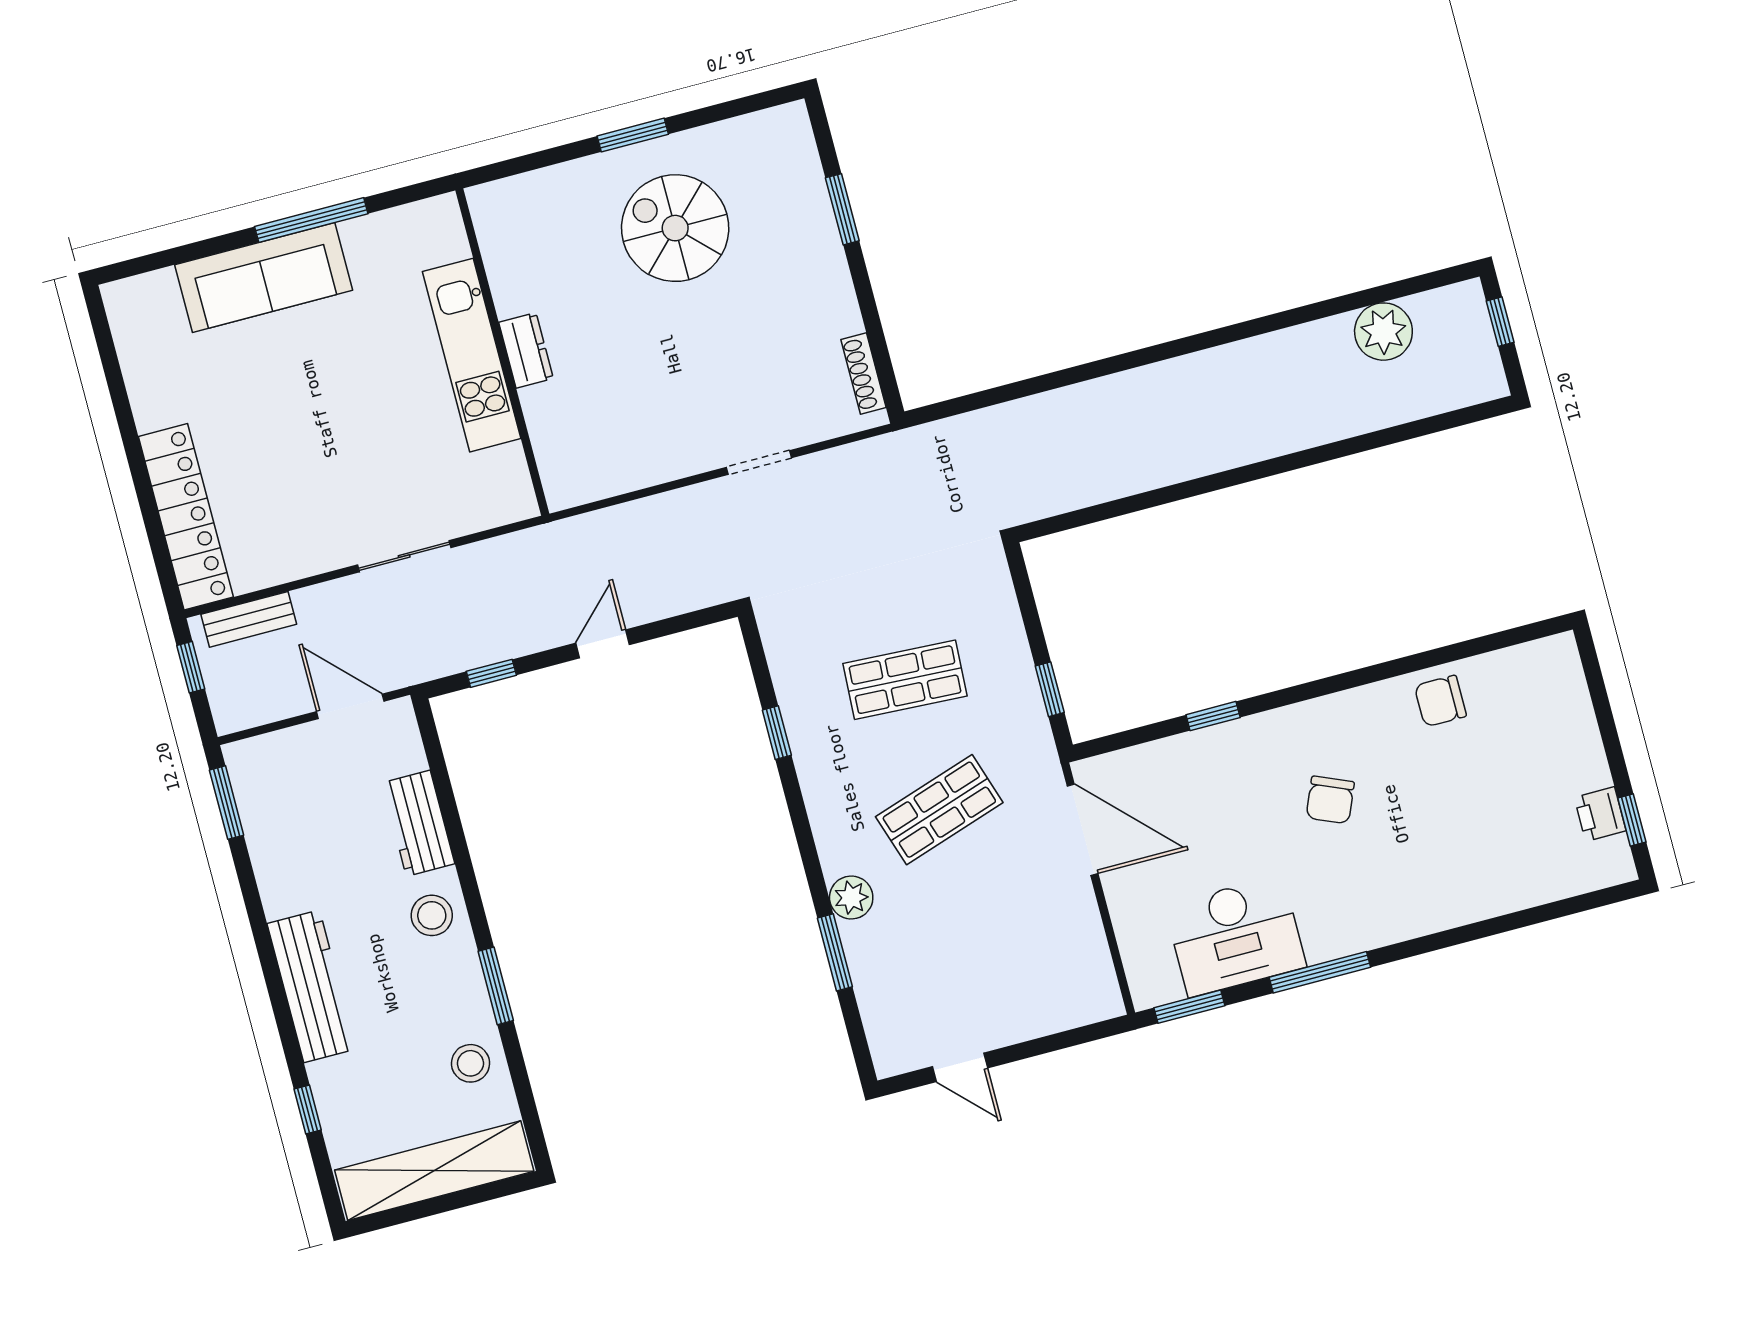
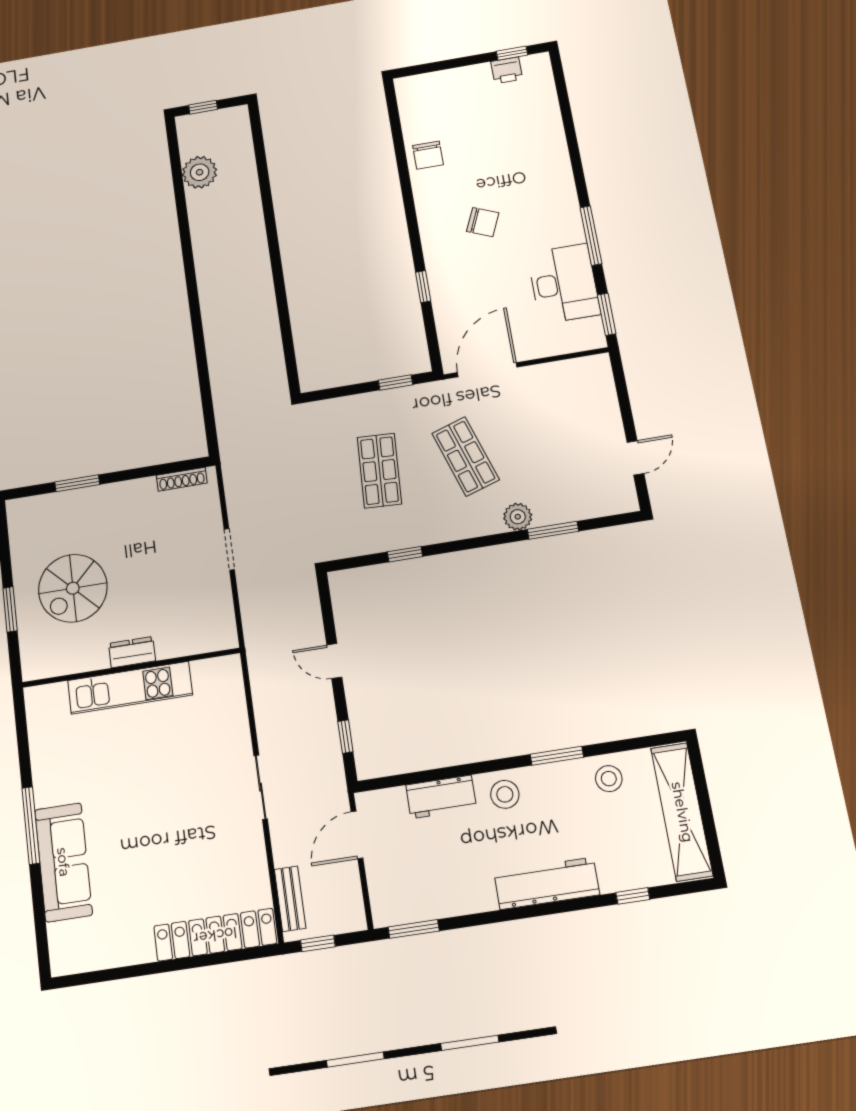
dresser: (526, 350) -> (132, 652), moved
wall: (502, 352) -> (131, 668), moved
kitchen unit: (472, 355) -> (130, 688), moved

